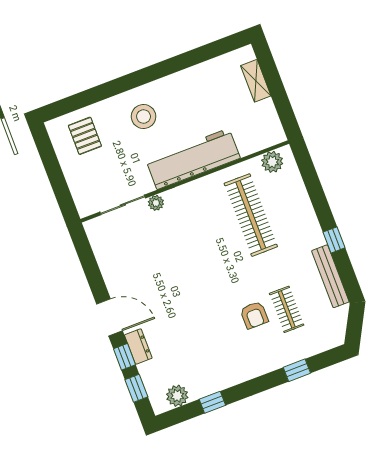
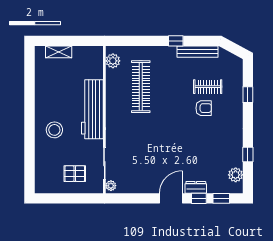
pallet: (85, 136) -> (75, 174), moved
plant: (156, 203) -> (111, 186), moved
clothes rail: (251, 215) -> (141, 87), turned 90

